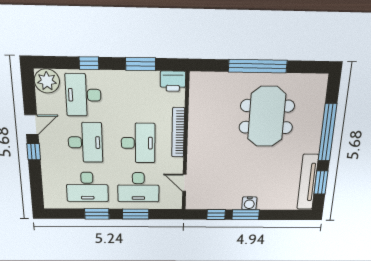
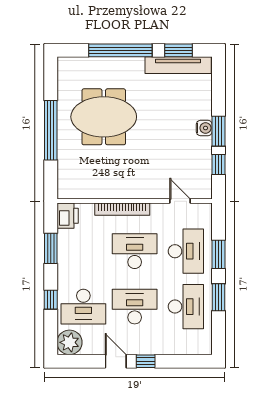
door: (184, 183) -> (180, 201), swing flipped

